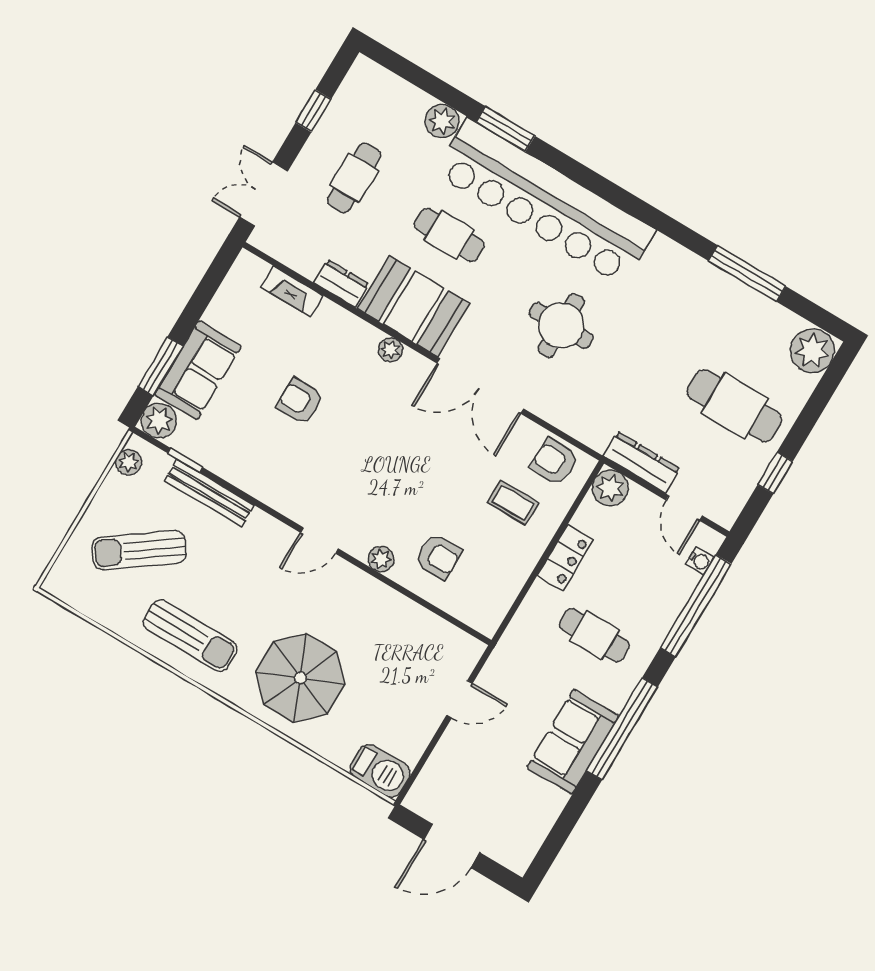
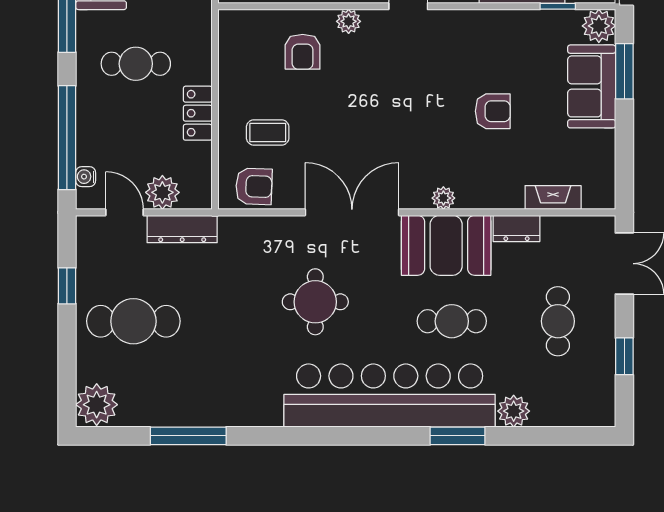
plant: (610, 488) -> (162, 192), moved
armchair: (438, 556) -> (303, 52), turned -90

